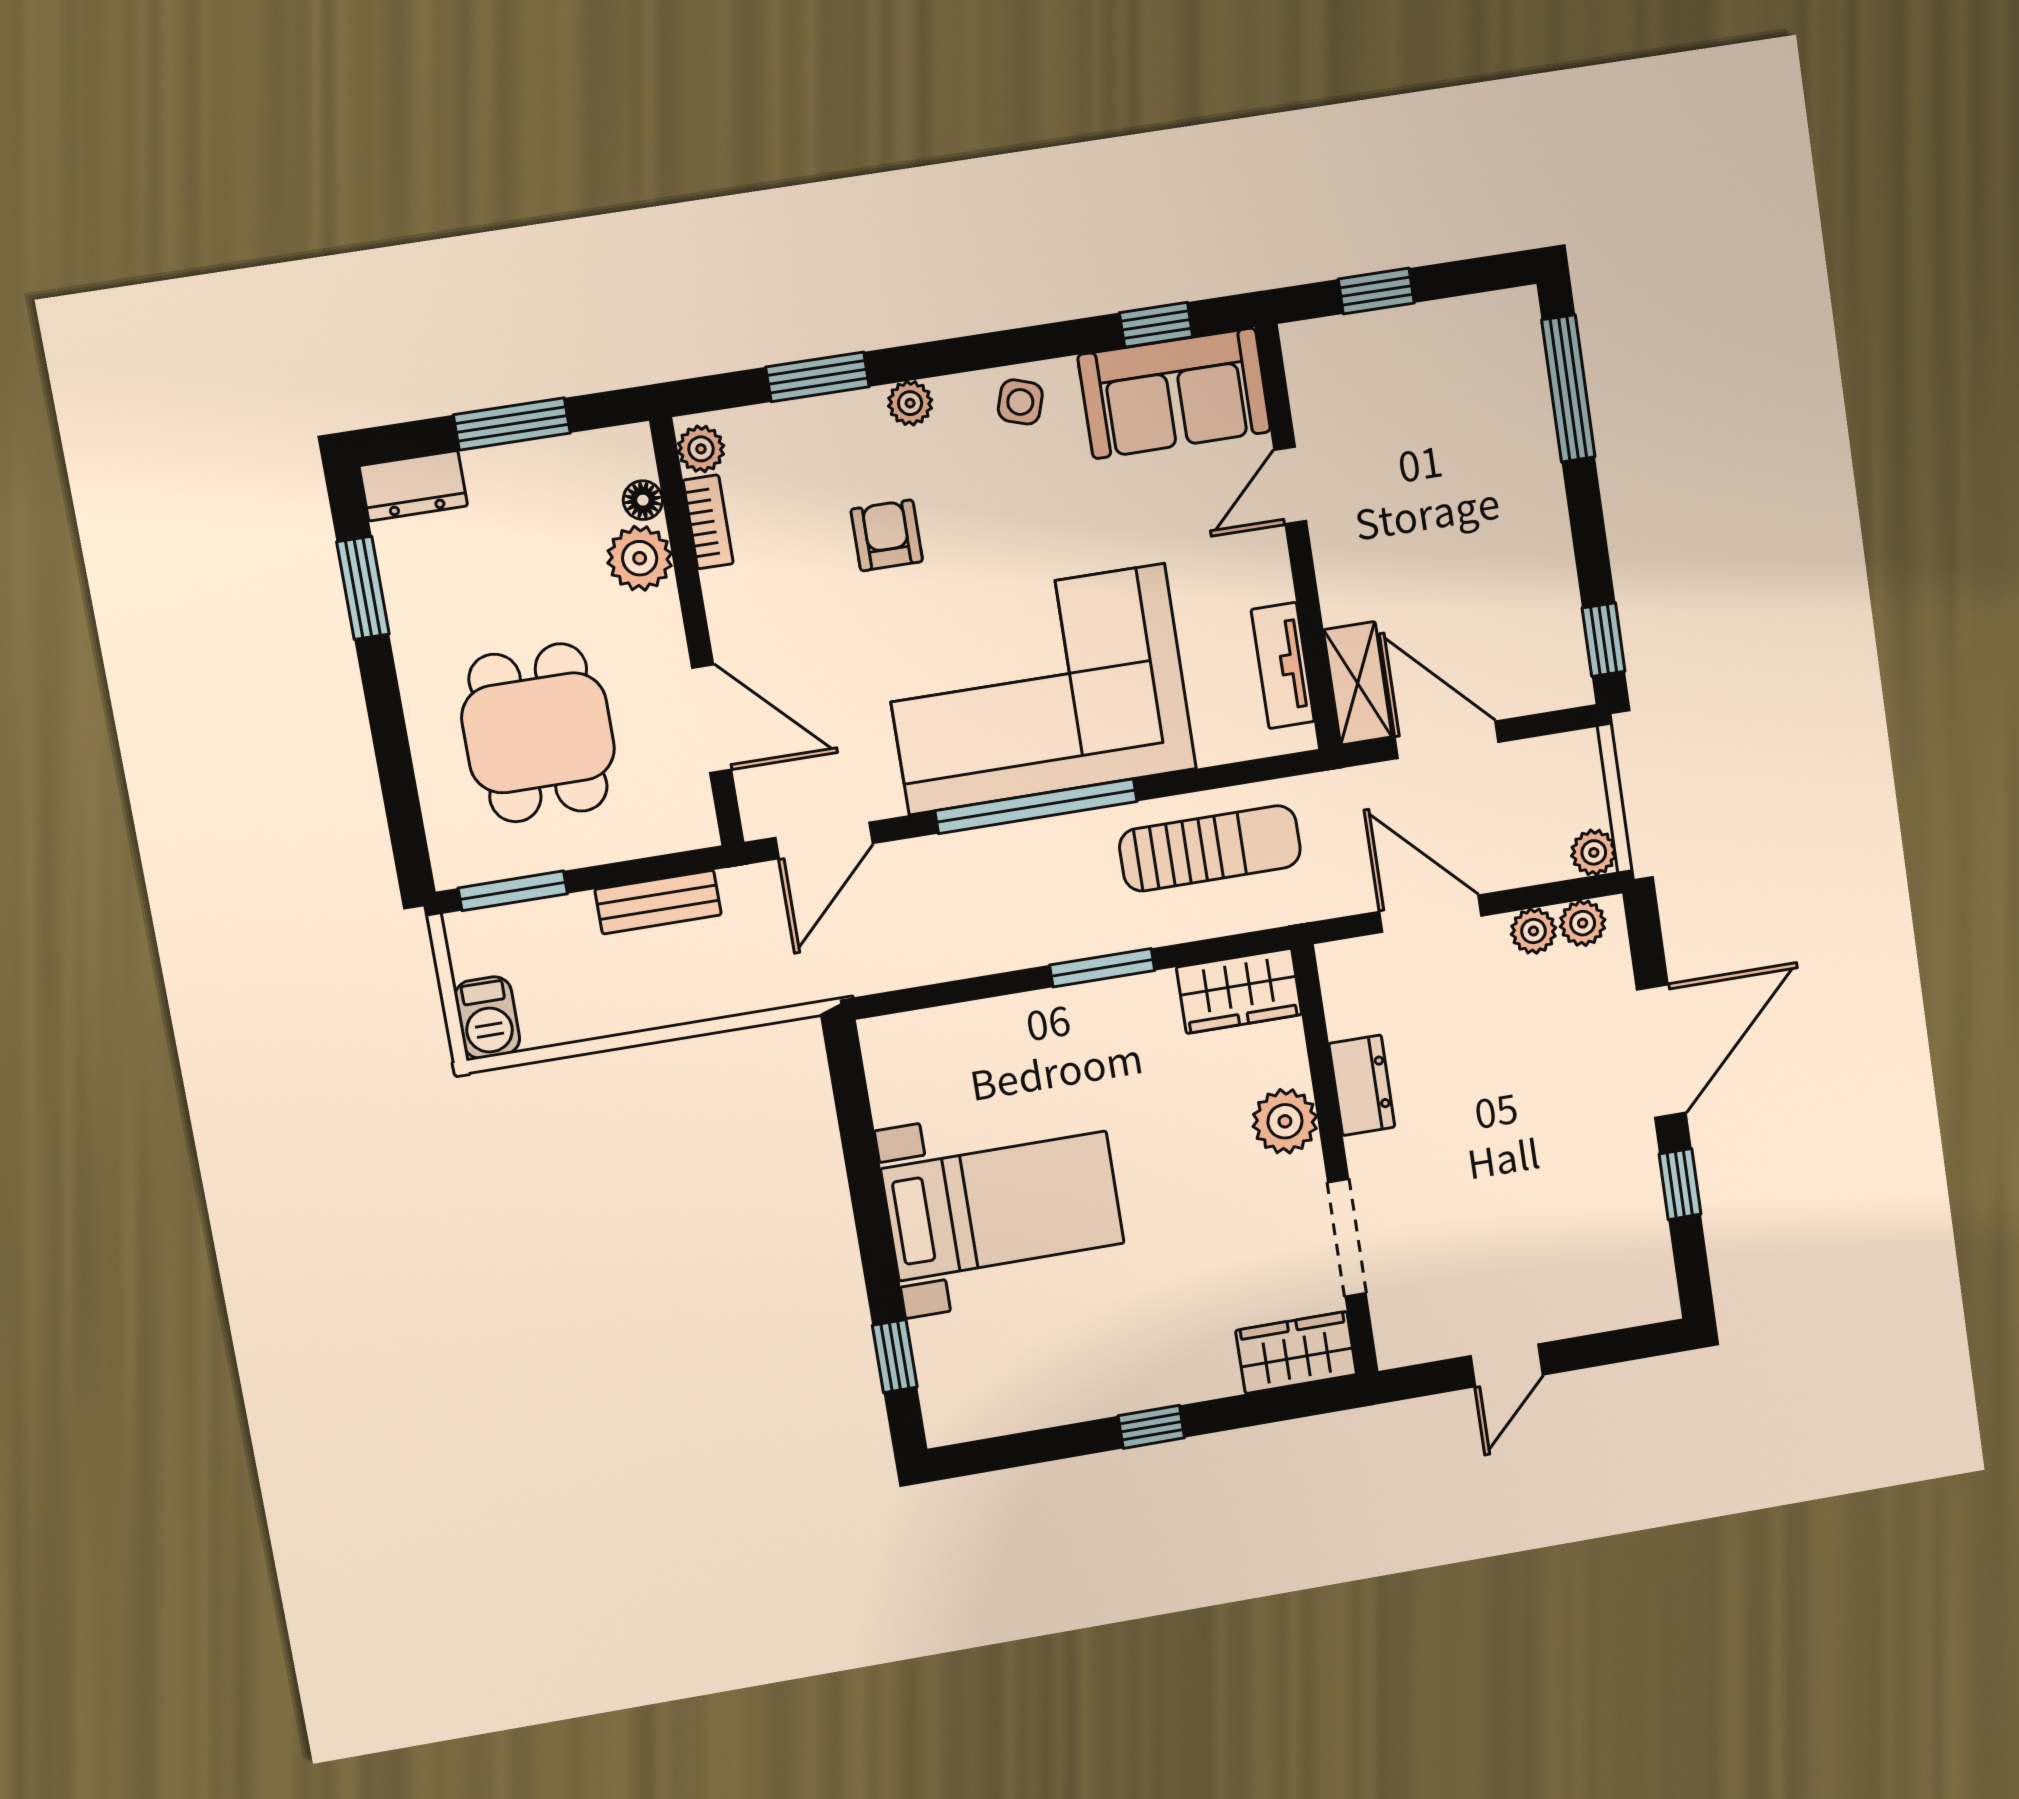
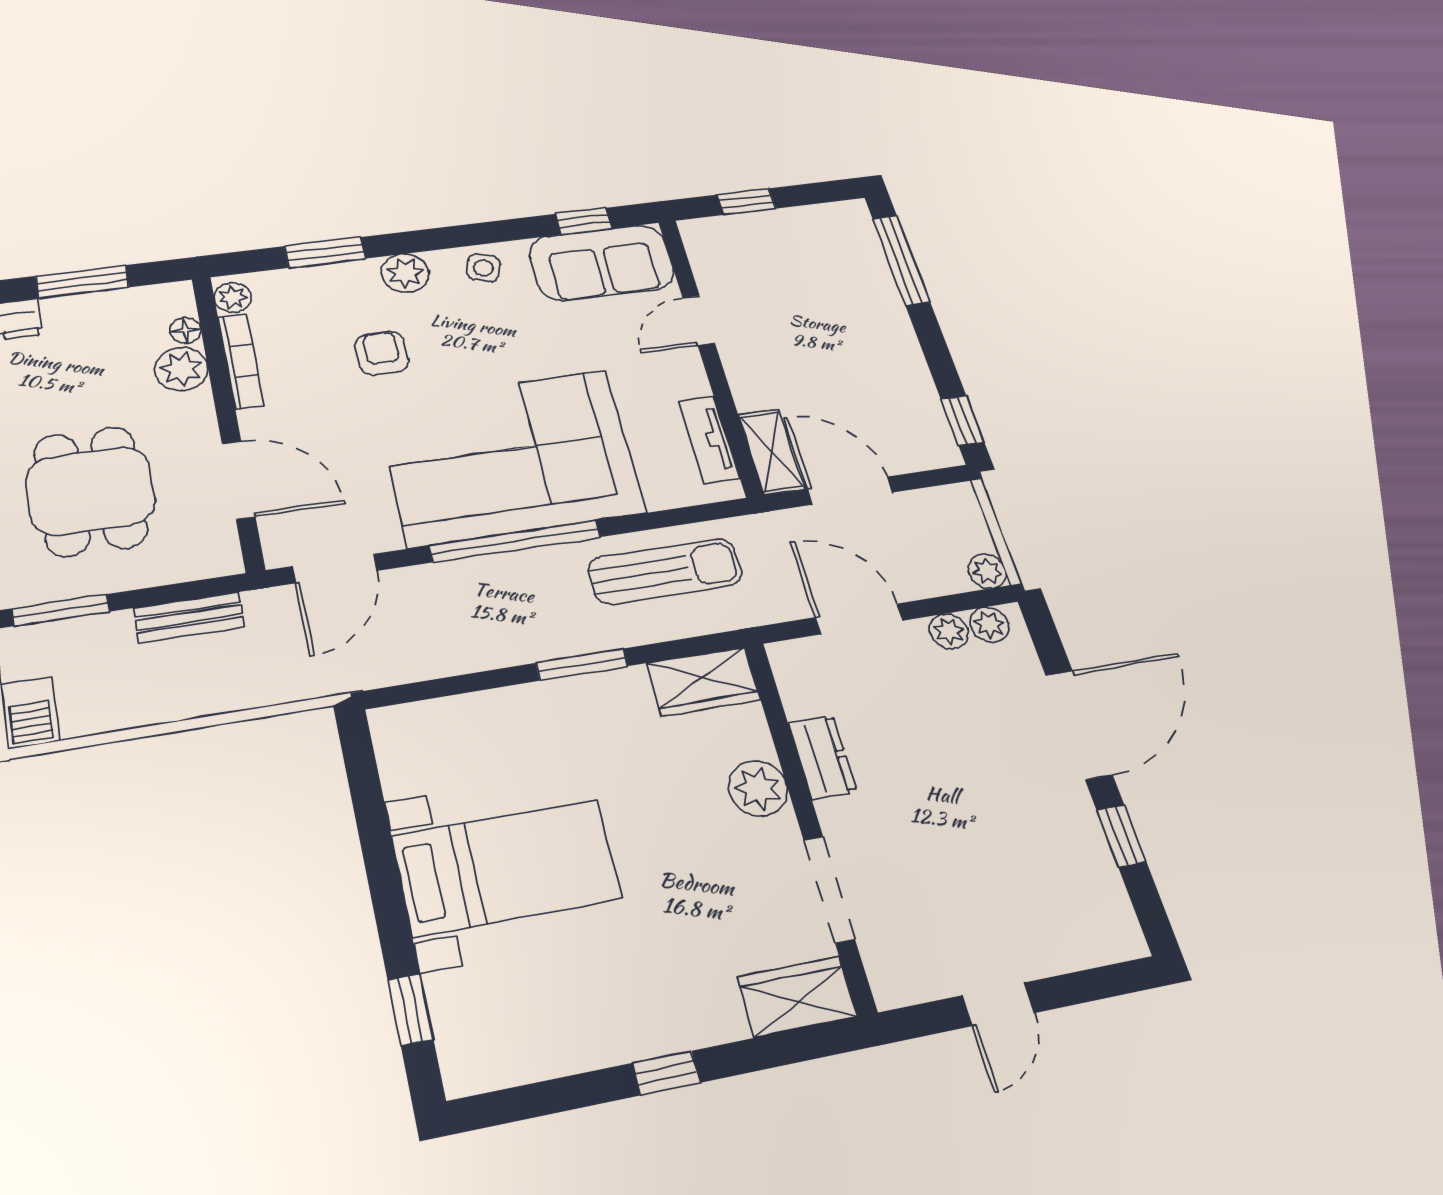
plant: (910, 403) -> (405, 273), width x1.38, depth x1.38
bookcase: (708, 522) -> (241, 361), width x1.56

